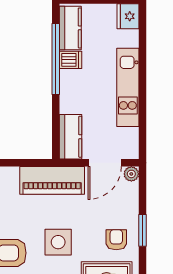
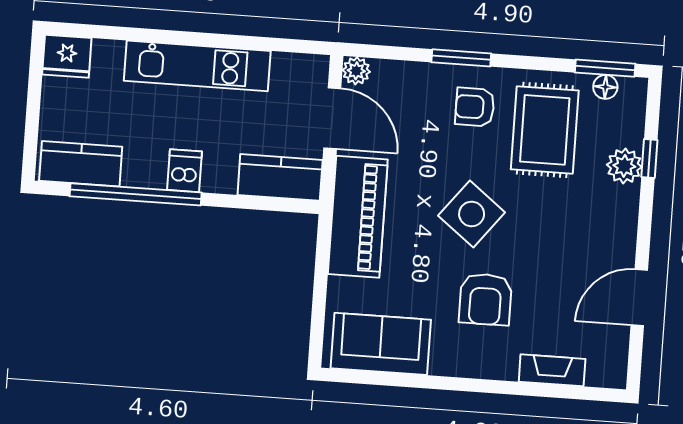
dishwasher: (70, 60) -> (185, 171), moved
side table: (58, 242) -> (472, 214), turned 38

